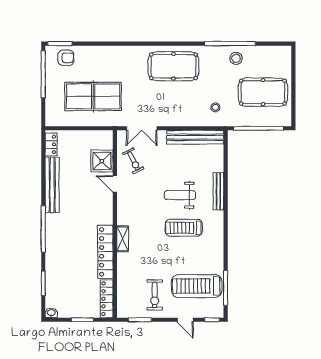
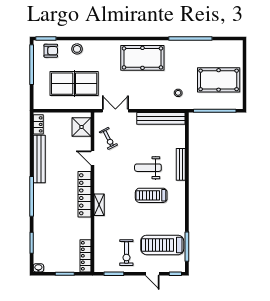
stool: (236, 58) -> (77, 49), moved
double door: (142, 128) -> (115, 111), swing flipped
shower: (102, 161) -> (82, 127), moved
locker: (105, 252) -> (84, 194), moved

